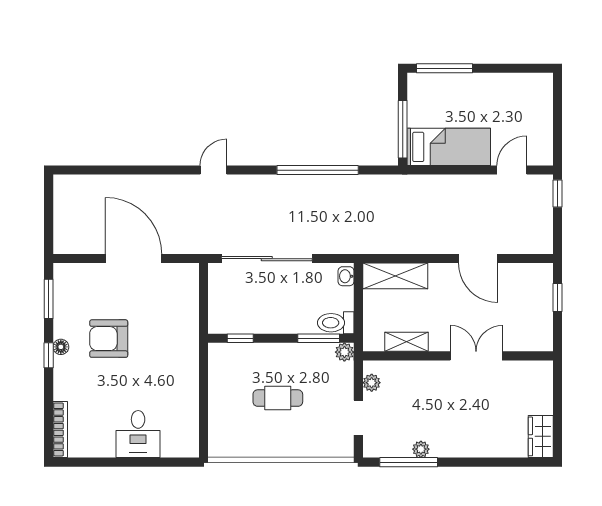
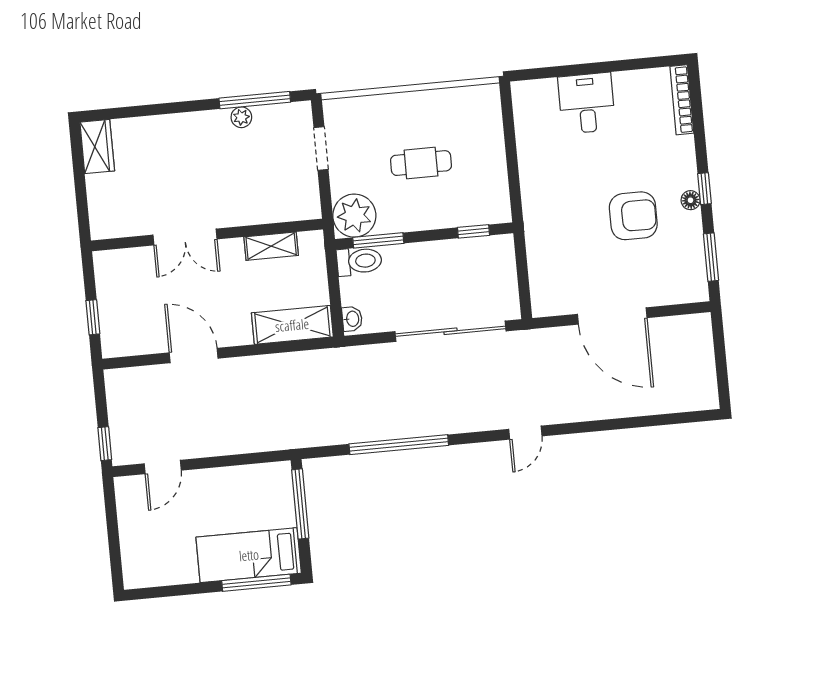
bed: (449, 147) -> (249, 555), moved
plant: (344, 352) -> (354, 216), width x1.88, depth x1.88
plant: (372, 383) -> (309, 192), removed

